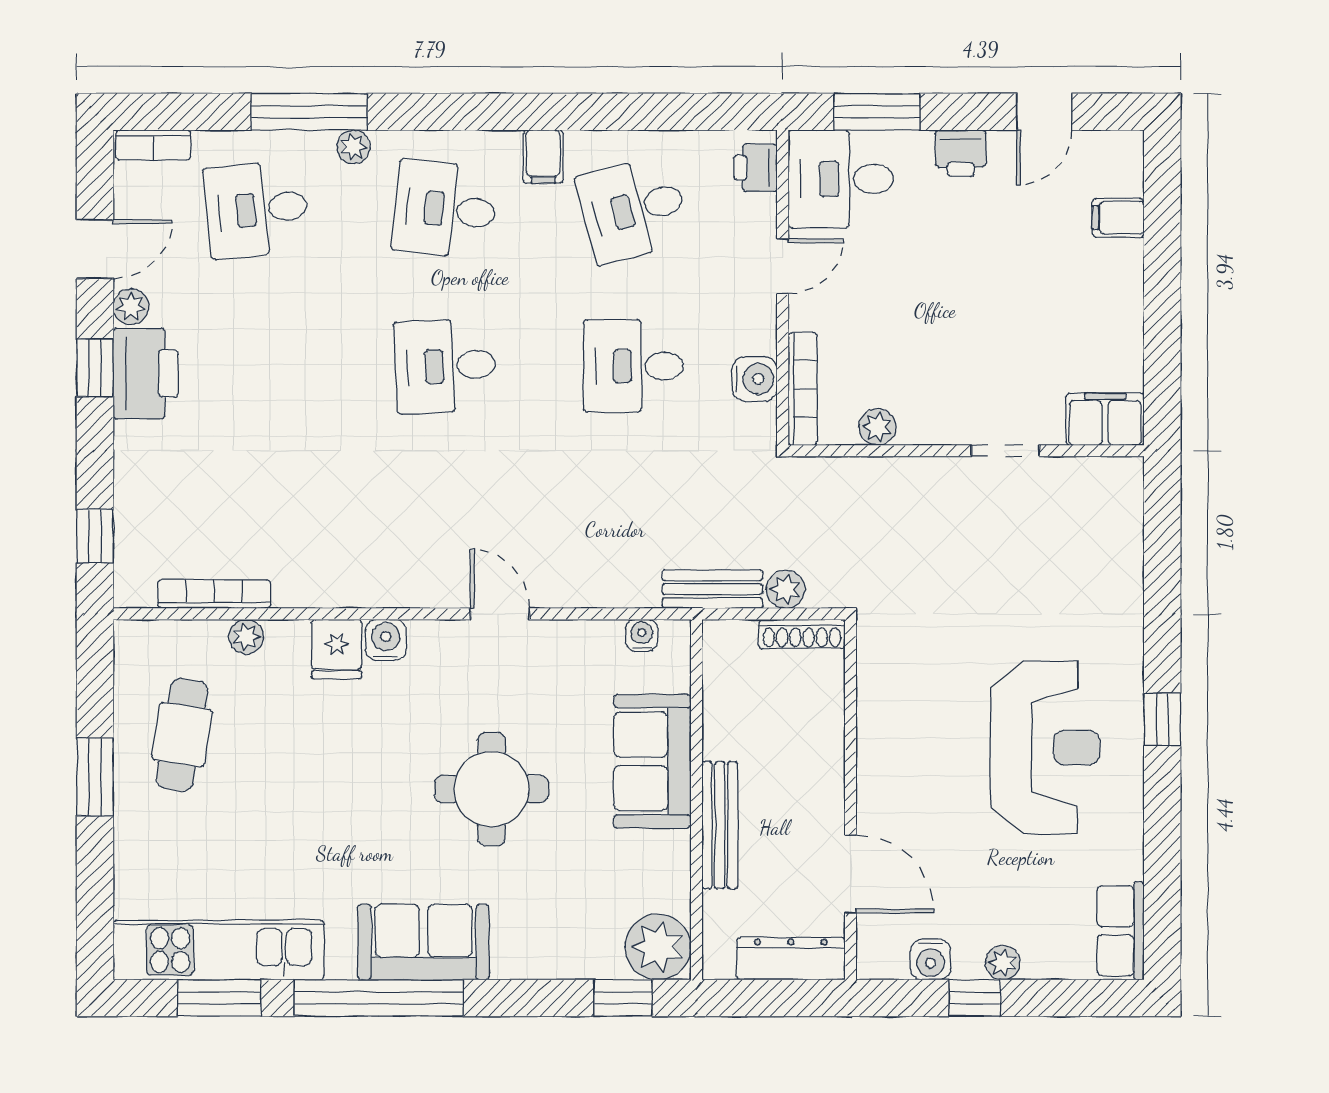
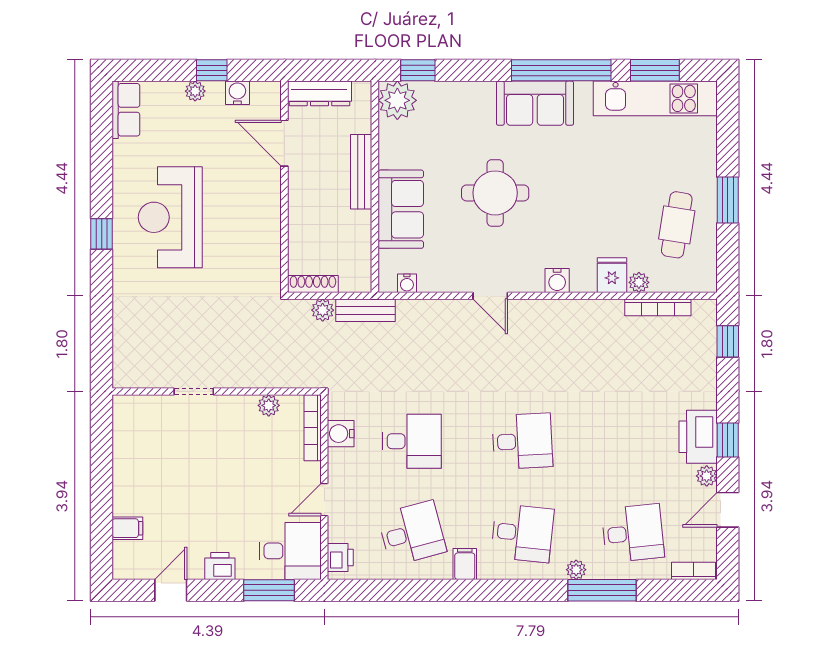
filing cabinet: (1105, 419) -> (135, 410), removed
fridge: (337, 649) -> (612, 275), moved

